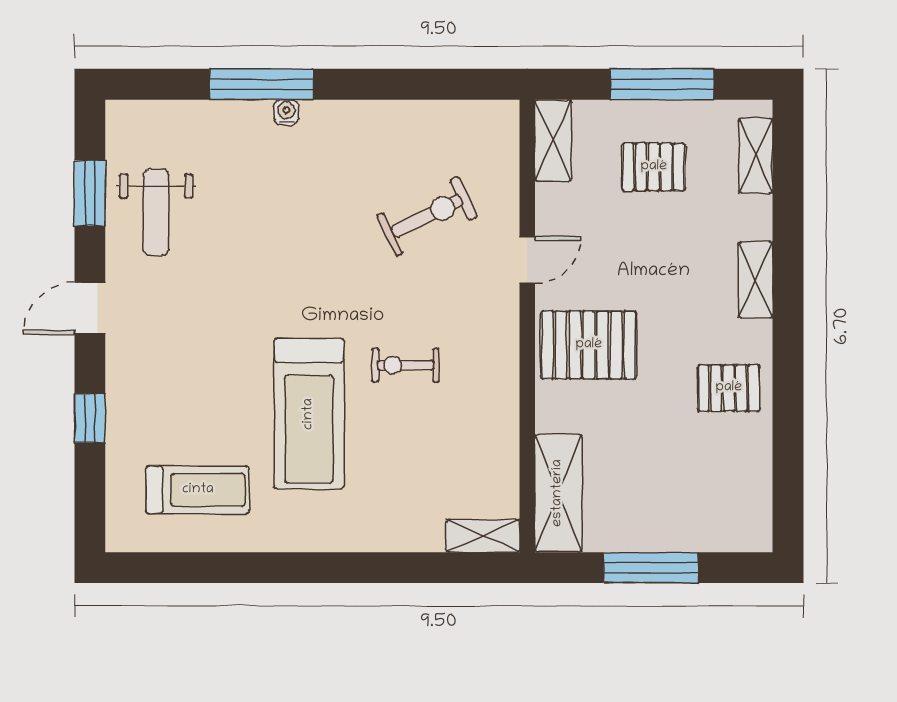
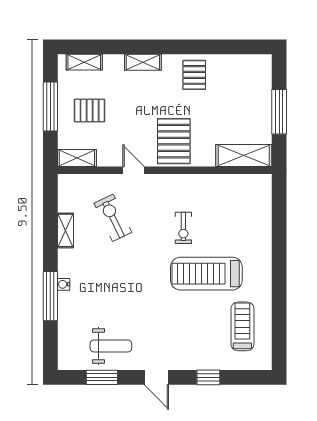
pallet: (654, 167) -> (90, 110), turned 90
treadmill: (309, 414) -> (206, 274), turned 180
shelving: (483, 536) -> (65, 230), moved

